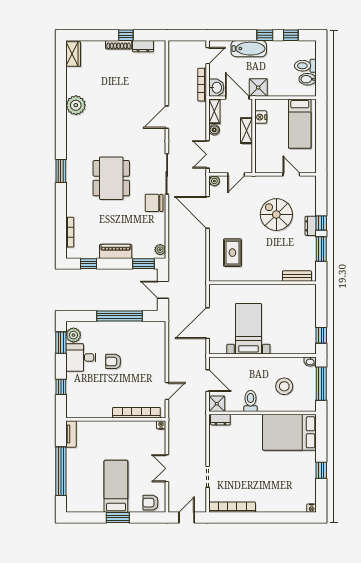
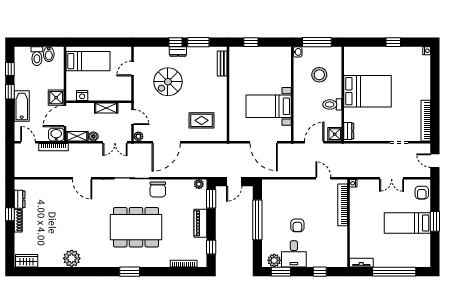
shelving: (246, 131) -> (106, 108), moved
dining table: (111, 178) -> (136, 227), width x1.36, depth x1.24
window: (321, 335) -> (251, 42), moved
bed: (289, 432) -> (367, 91), moved, turned -90

